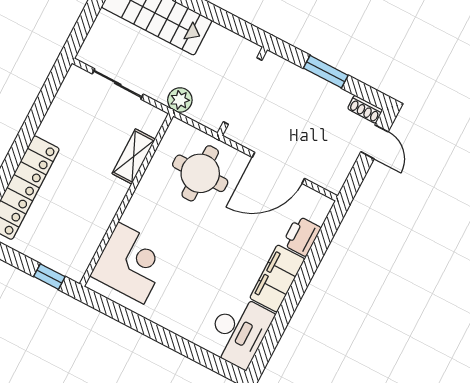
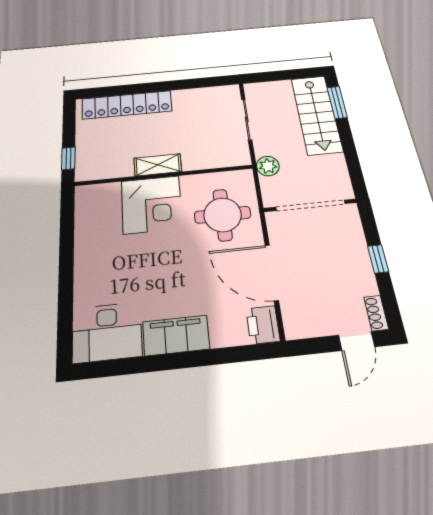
window: (326, 72) -> (378, 259), width x0.67
shelving: (134, 156) -> (158, 165), moved
printer: (302, 236) -> (263, 325), moved, turned -90
corner desk: (131, 263) -> (151, 204), moved

